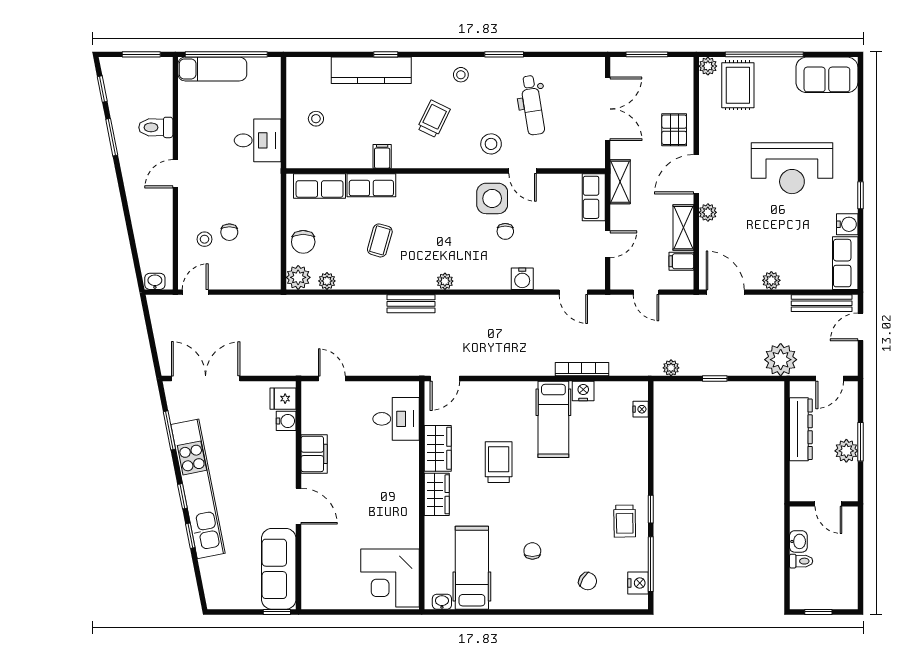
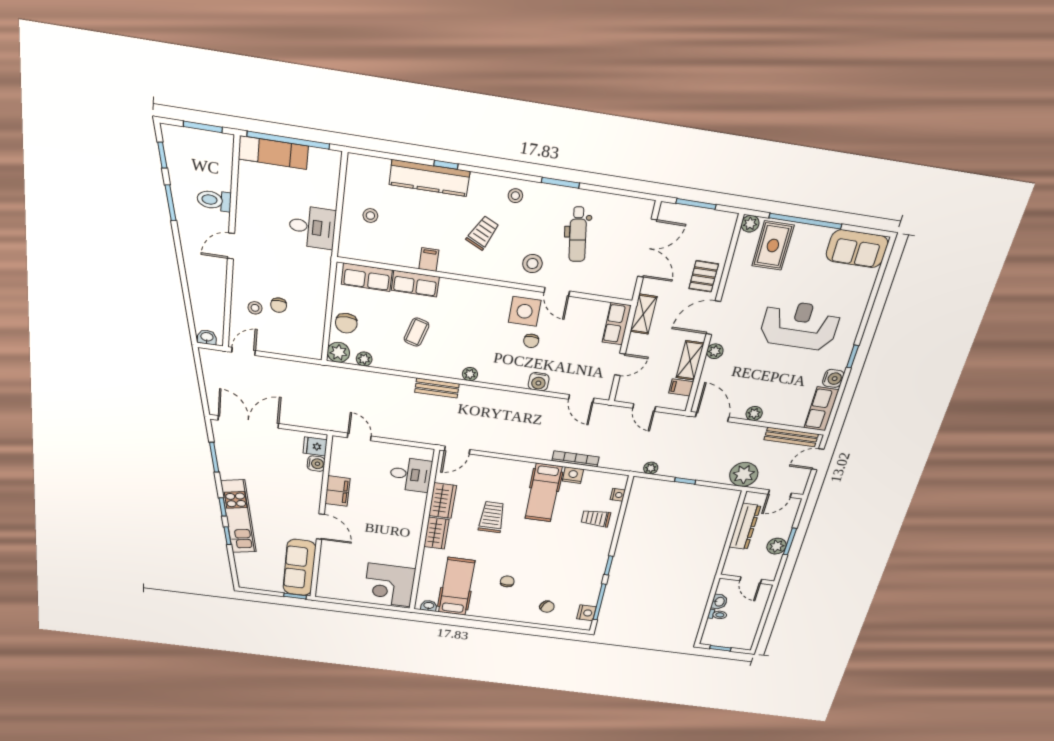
reception desk: (792, 168) -> (800, 325), turned 180
kitchen unit: (198, 489) -> (238, 517), width x0.73
trolley: (625, 521) -> (596, 518), moved, turned 91

